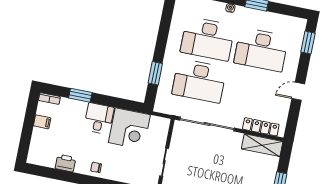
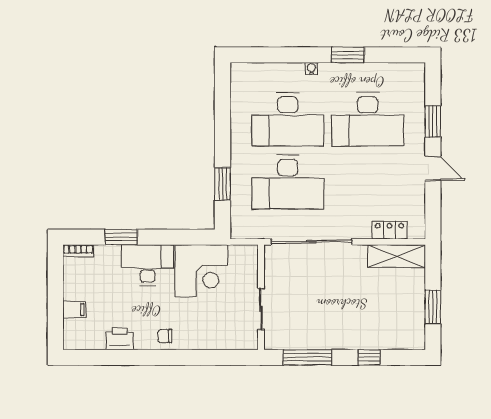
window: (308, 43) -> (433, 122), moved
door: (298, 91) -> (433, 168), swing flipped
desk: (99, 119) -> (148, 265), width x1.37
filing cabinet: (42, 122) -> (74, 310), moved
locker: (261, 127) -> (390, 230), width x0.66

